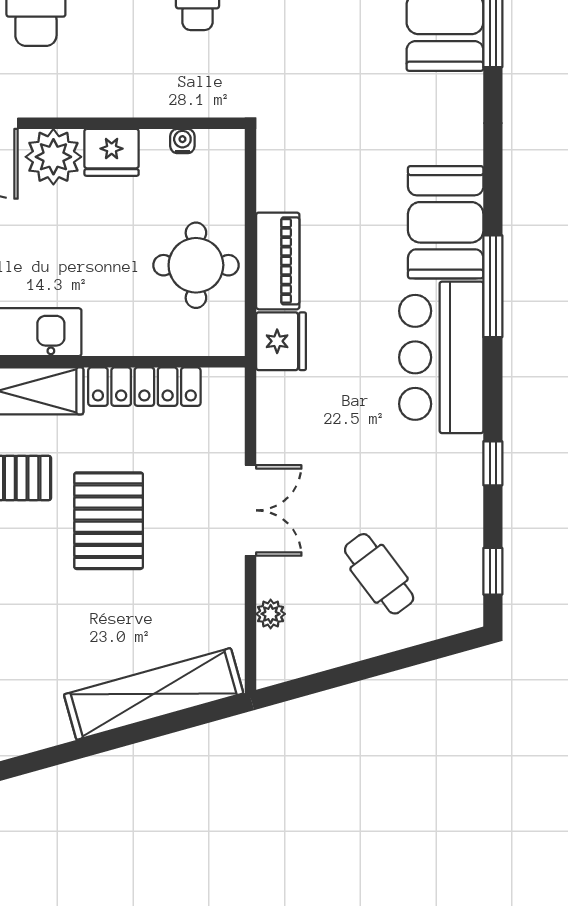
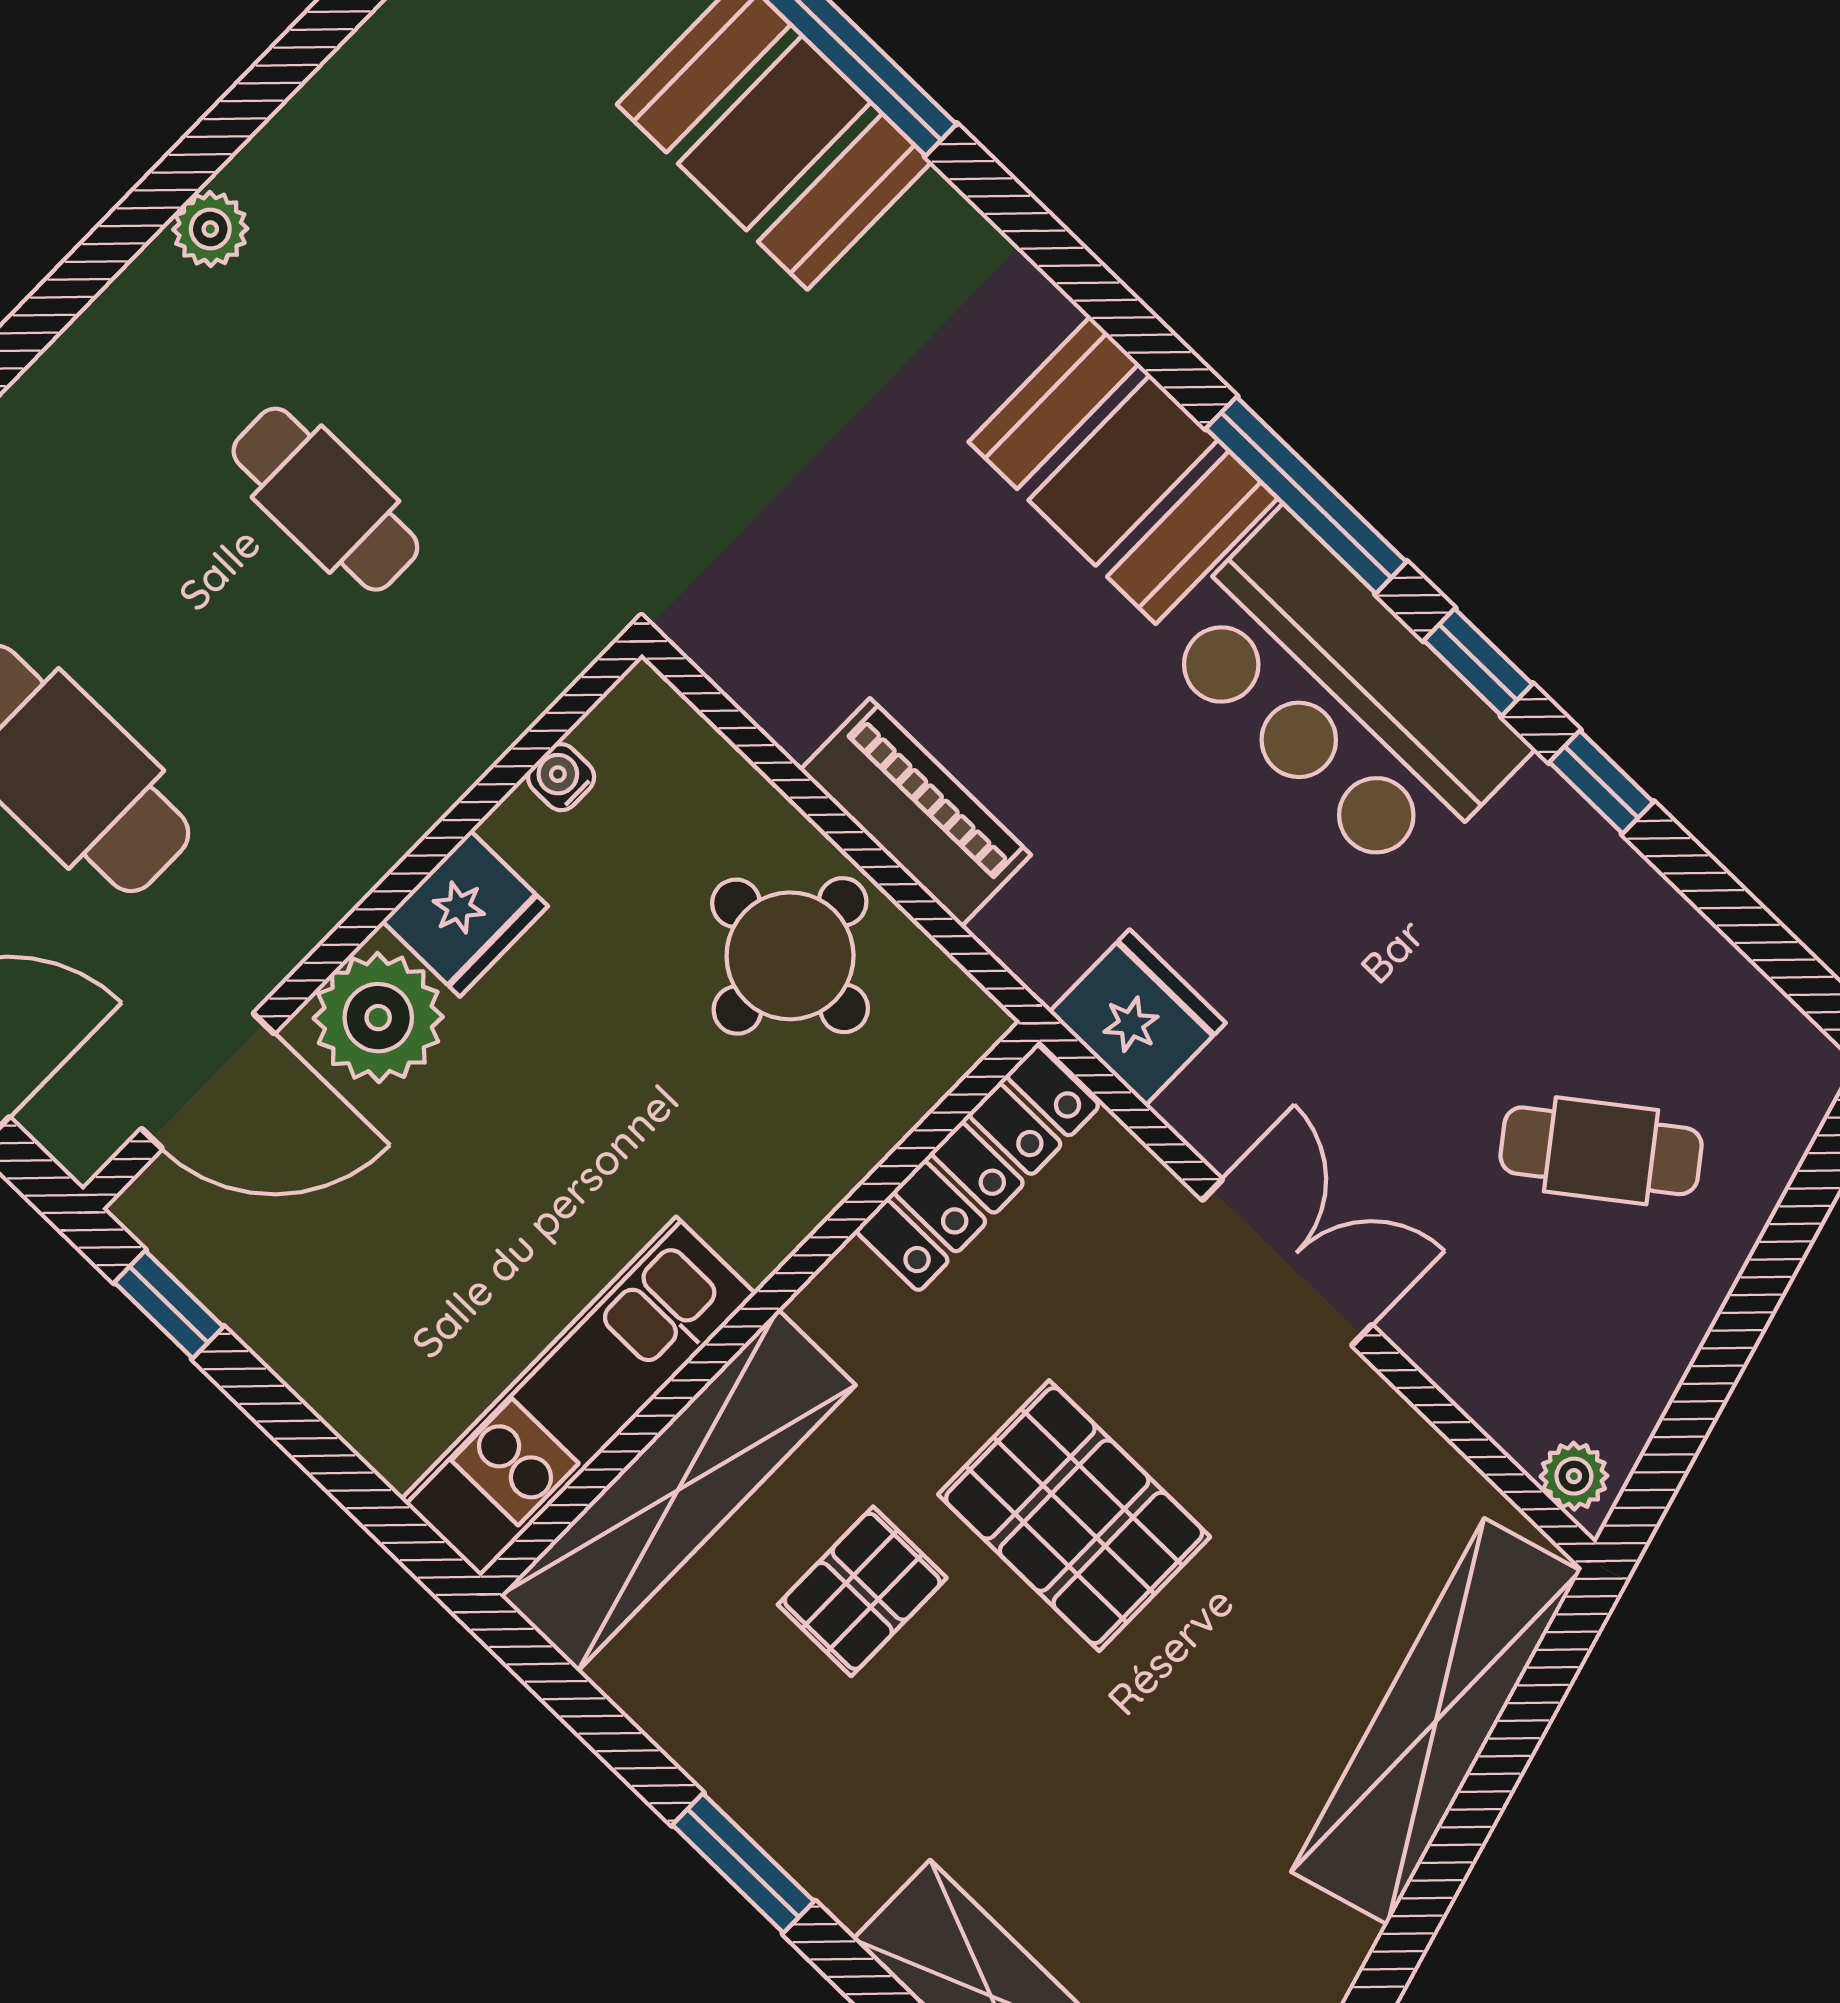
fridge: (281, 341) -> (1137, 1018), moved
locker: (144, 387) -> (978, 1168), moved
window: (493, 571) -> (1478, 662), moved
plant: (271, 614) -> (1574, 1476), moved

